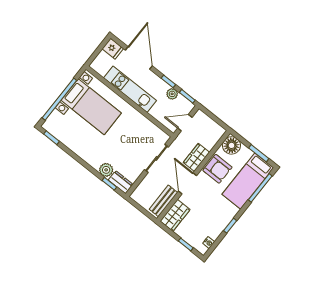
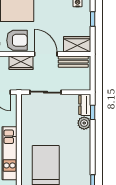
armchair: (217, 169) -> (17, 40), turned 90
door: (188, 183) -> (46, 54), swing flipped

